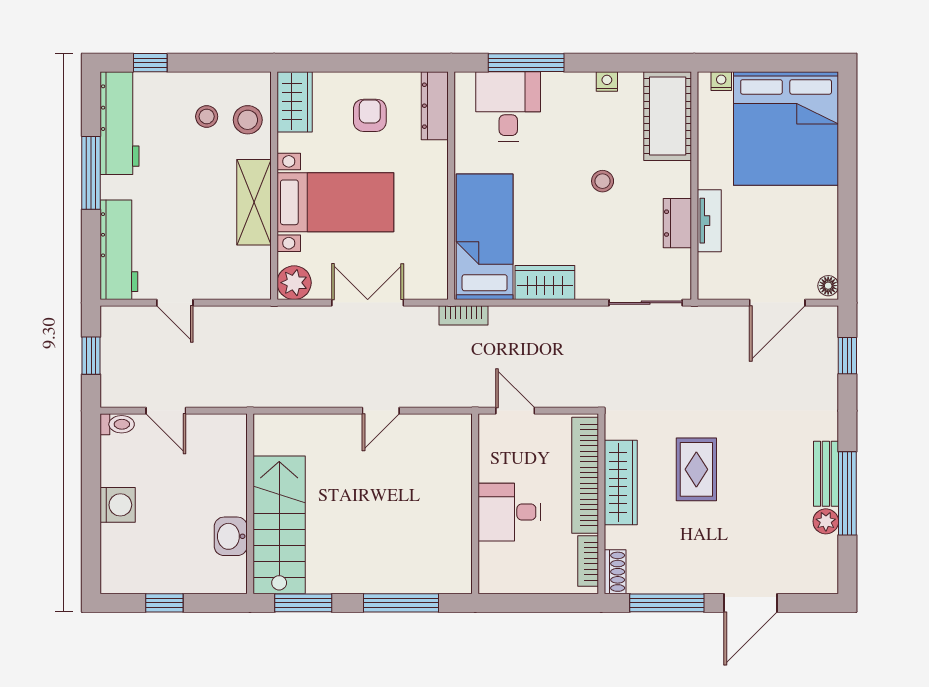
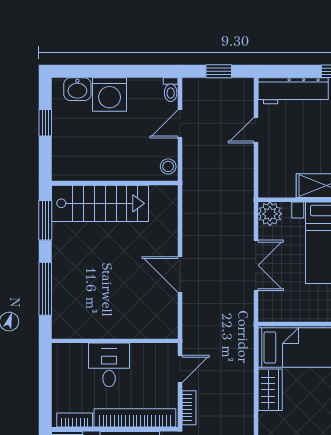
bookcase: (464, 315) -> (189, 408), moved, turned 180
door: (381, 411) -> (180, 275), width x1.38
stool: (227, 428) -> (168, 166), added
washing machine: (118, 505) -> (110, 94), width x1.37, depth x1.37
washbasin: (231, 536) -> (77, 89), moved, turned 180

